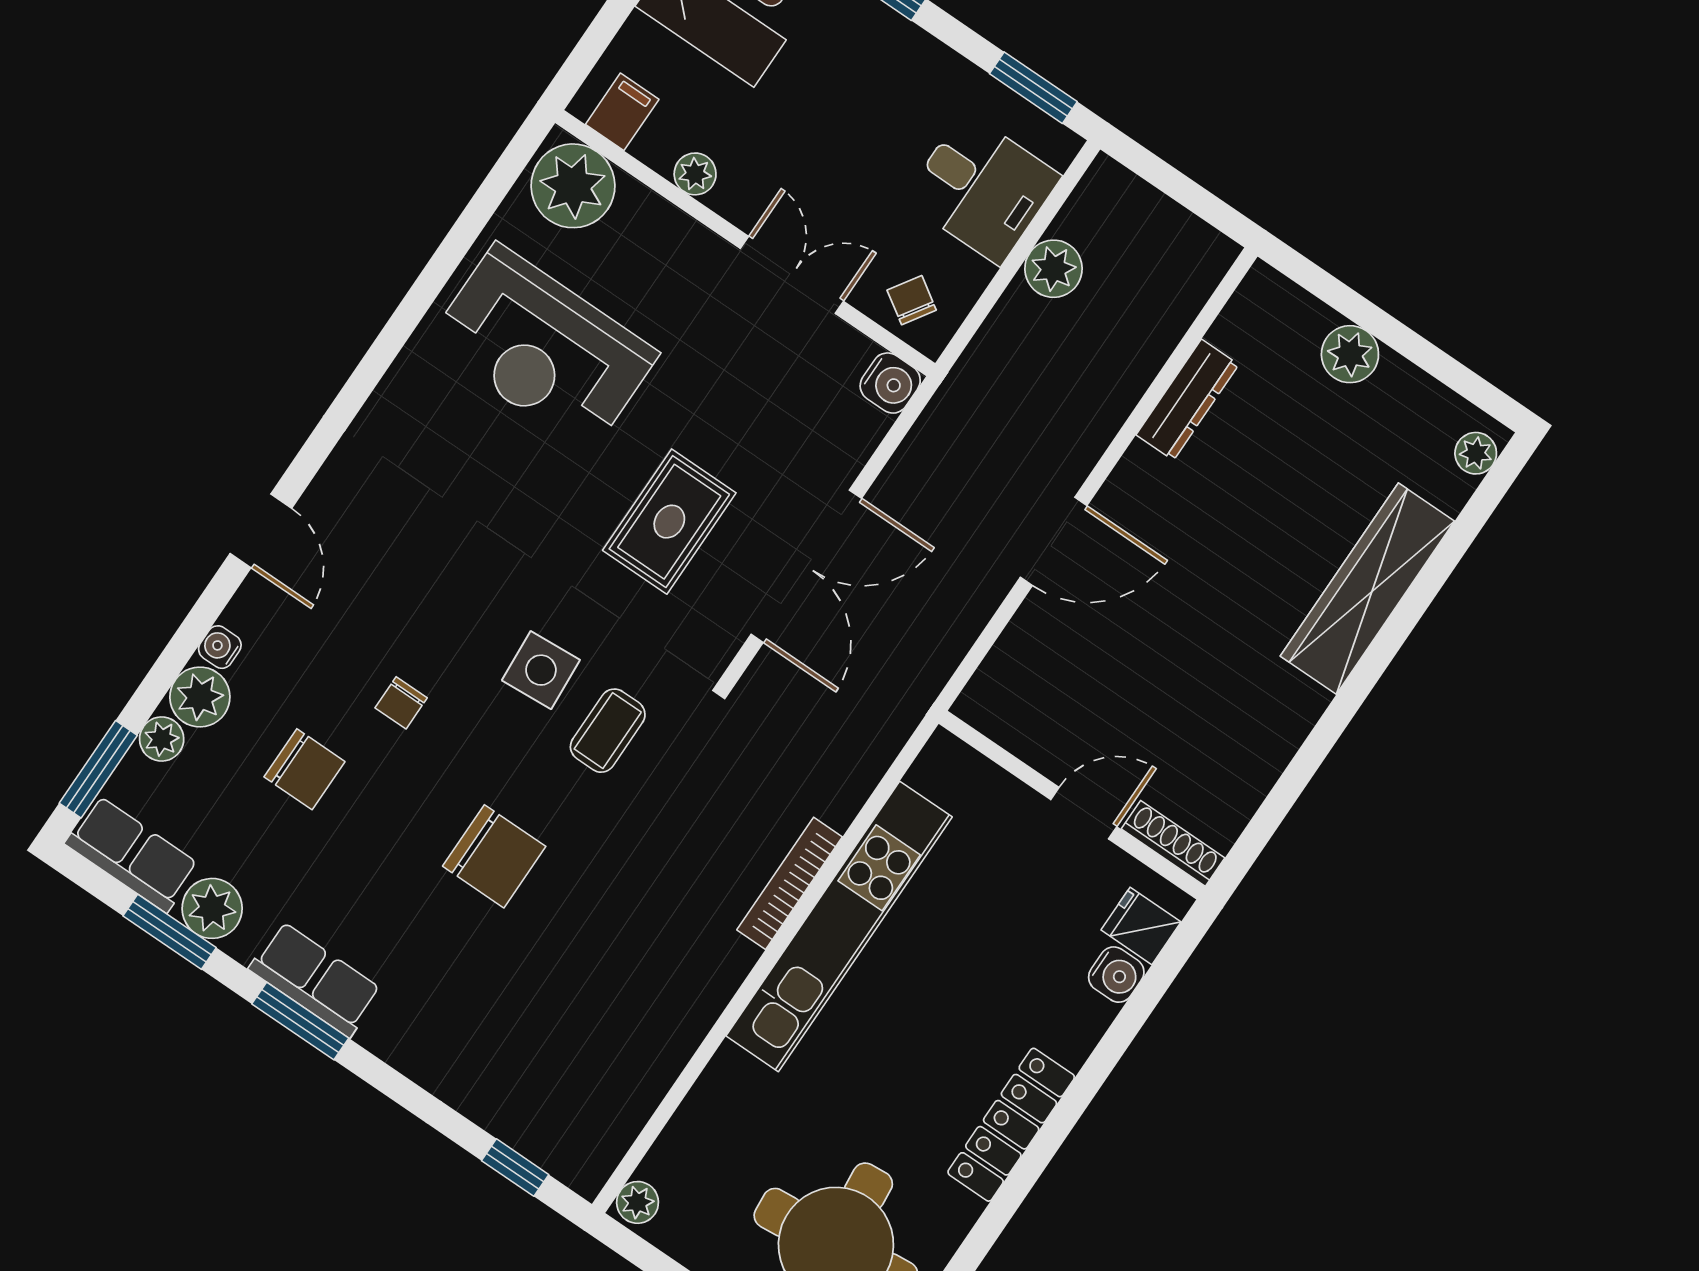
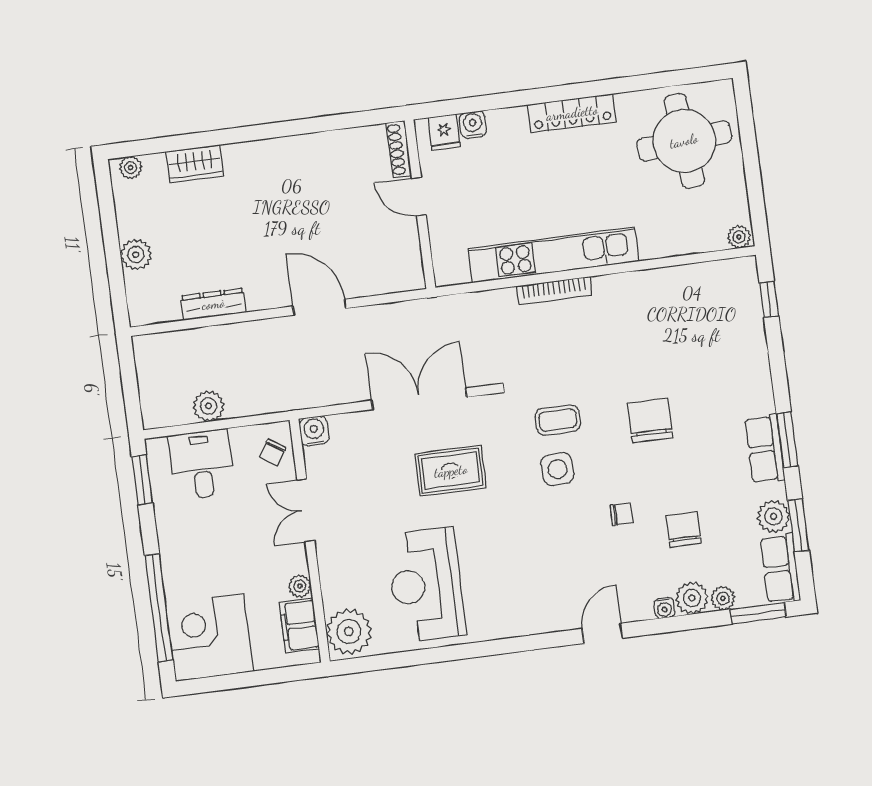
filing cabinet: (622, 112) -> (299, 626), width x2.00
reception desk: (543, 348) -> (426, 585), turned 180
wardrobe: (1367, 589) -> (195, 164), width x0.48, depth x0.85

